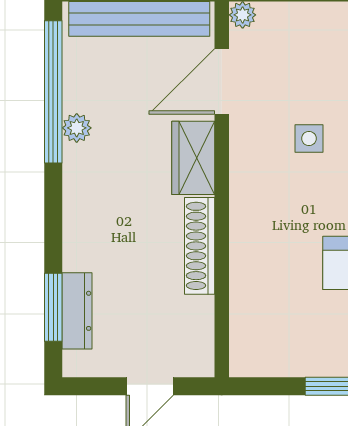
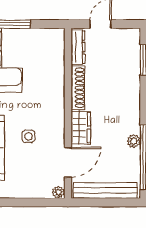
dresser: (77, 311) -> (78, 47), moved, turned 180

